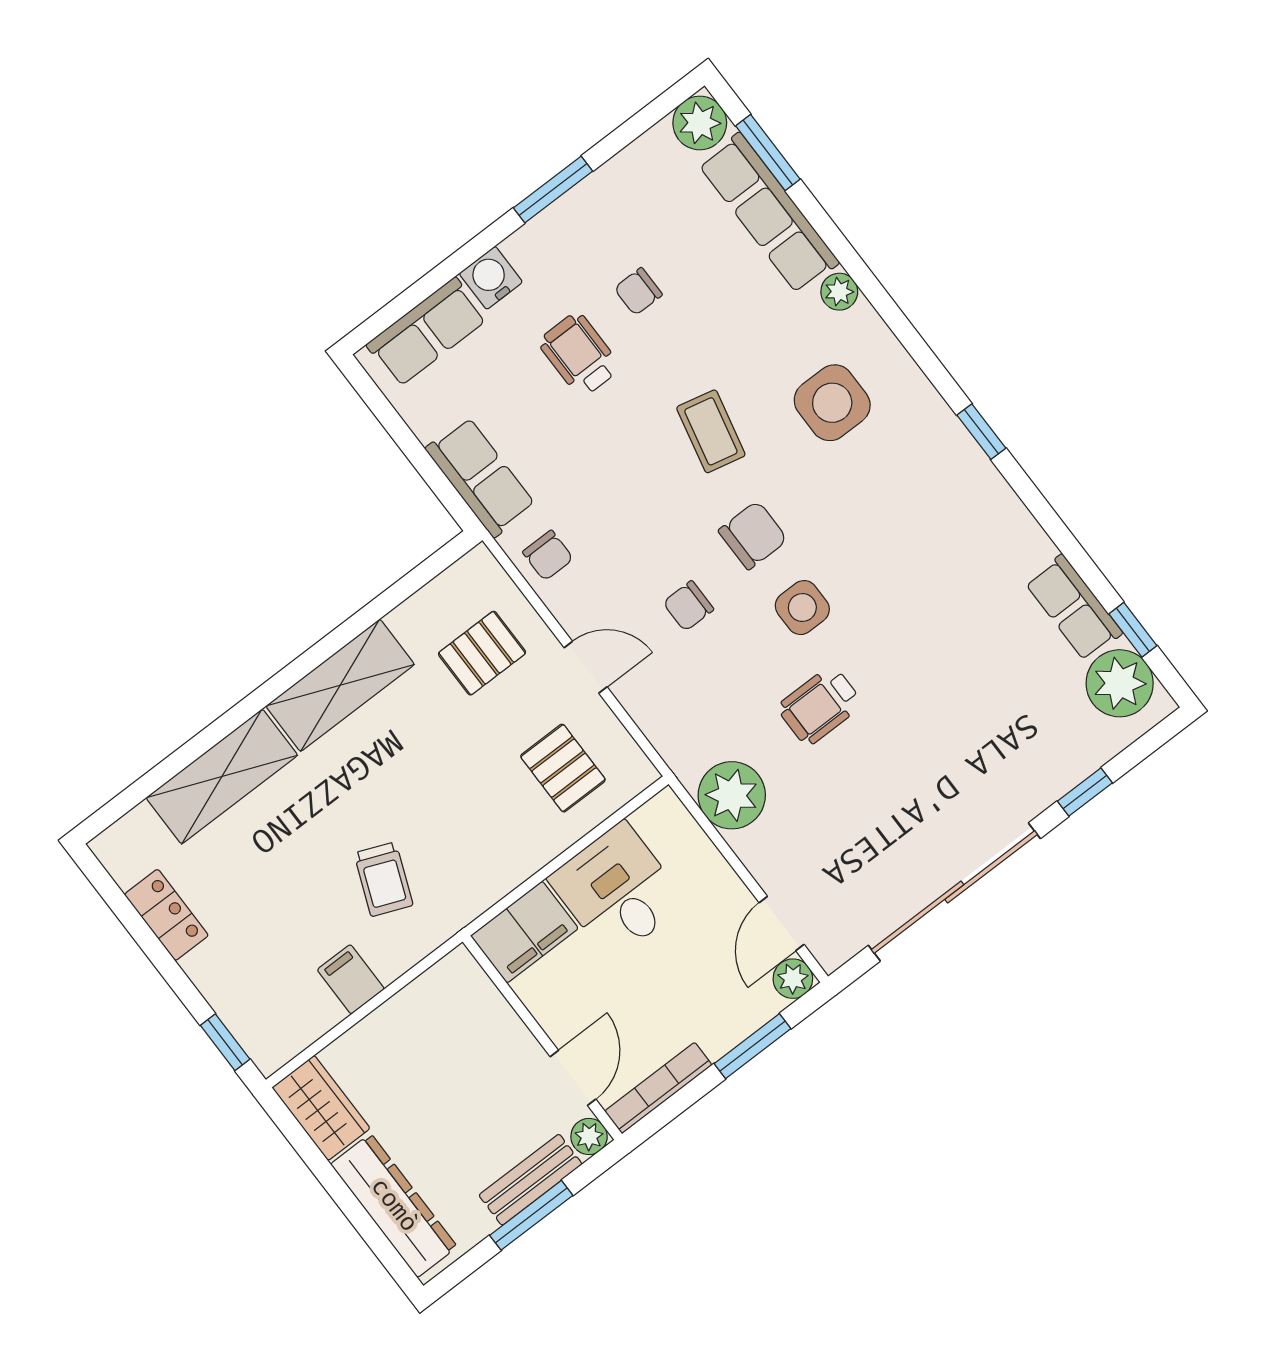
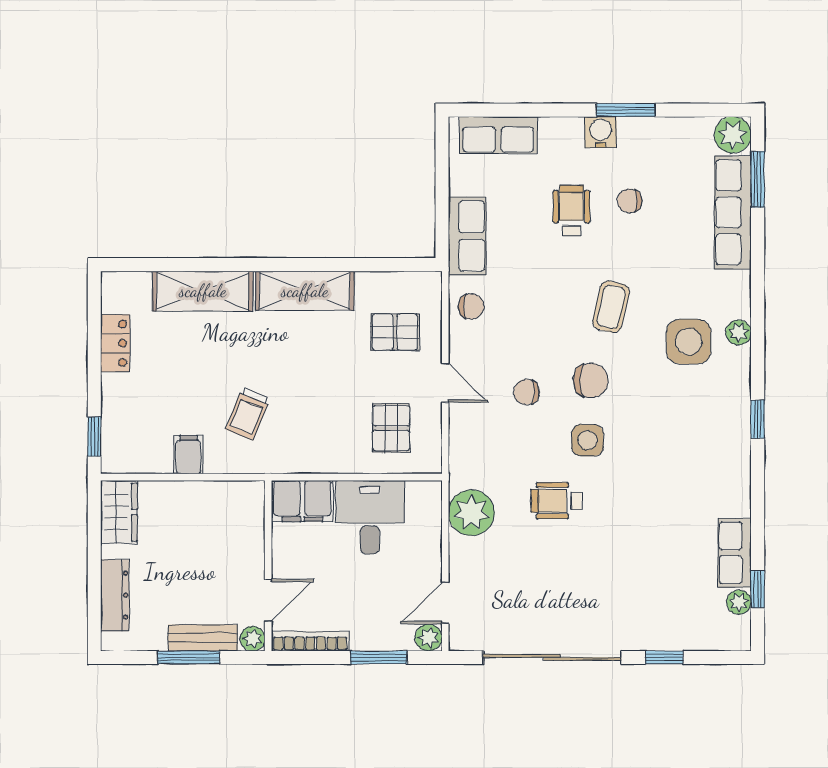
water cooler: (491, 278) -> (601, 132), moved
plant: (839, 292) -> (739, 332), moved
chair: (548, 555) -> (471, 306), turned -90
plant: (1120, 683) -> (739, 602), width x0.53, depth x0.53
dresser: (394, 1205) -> (115, 595), width x0.73, depth x0.80

